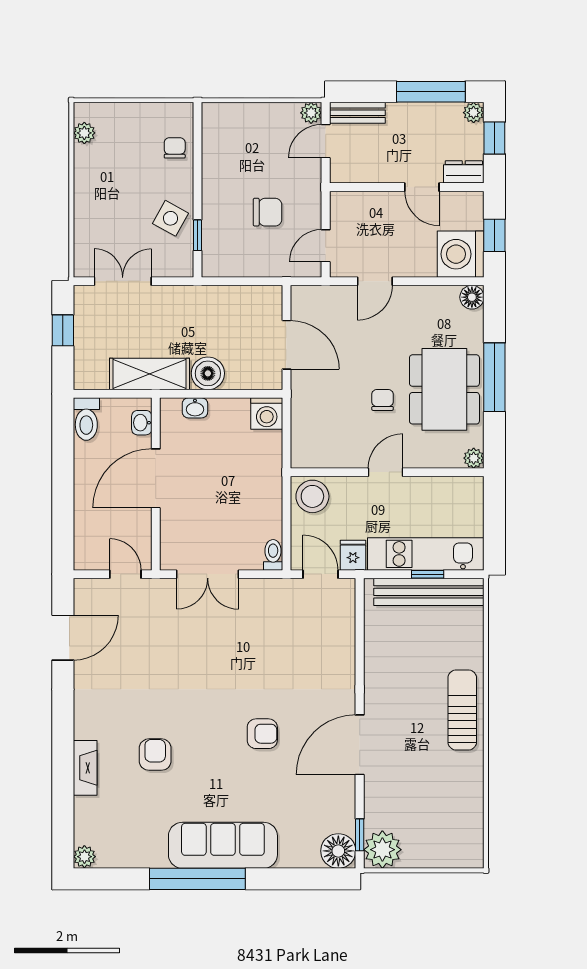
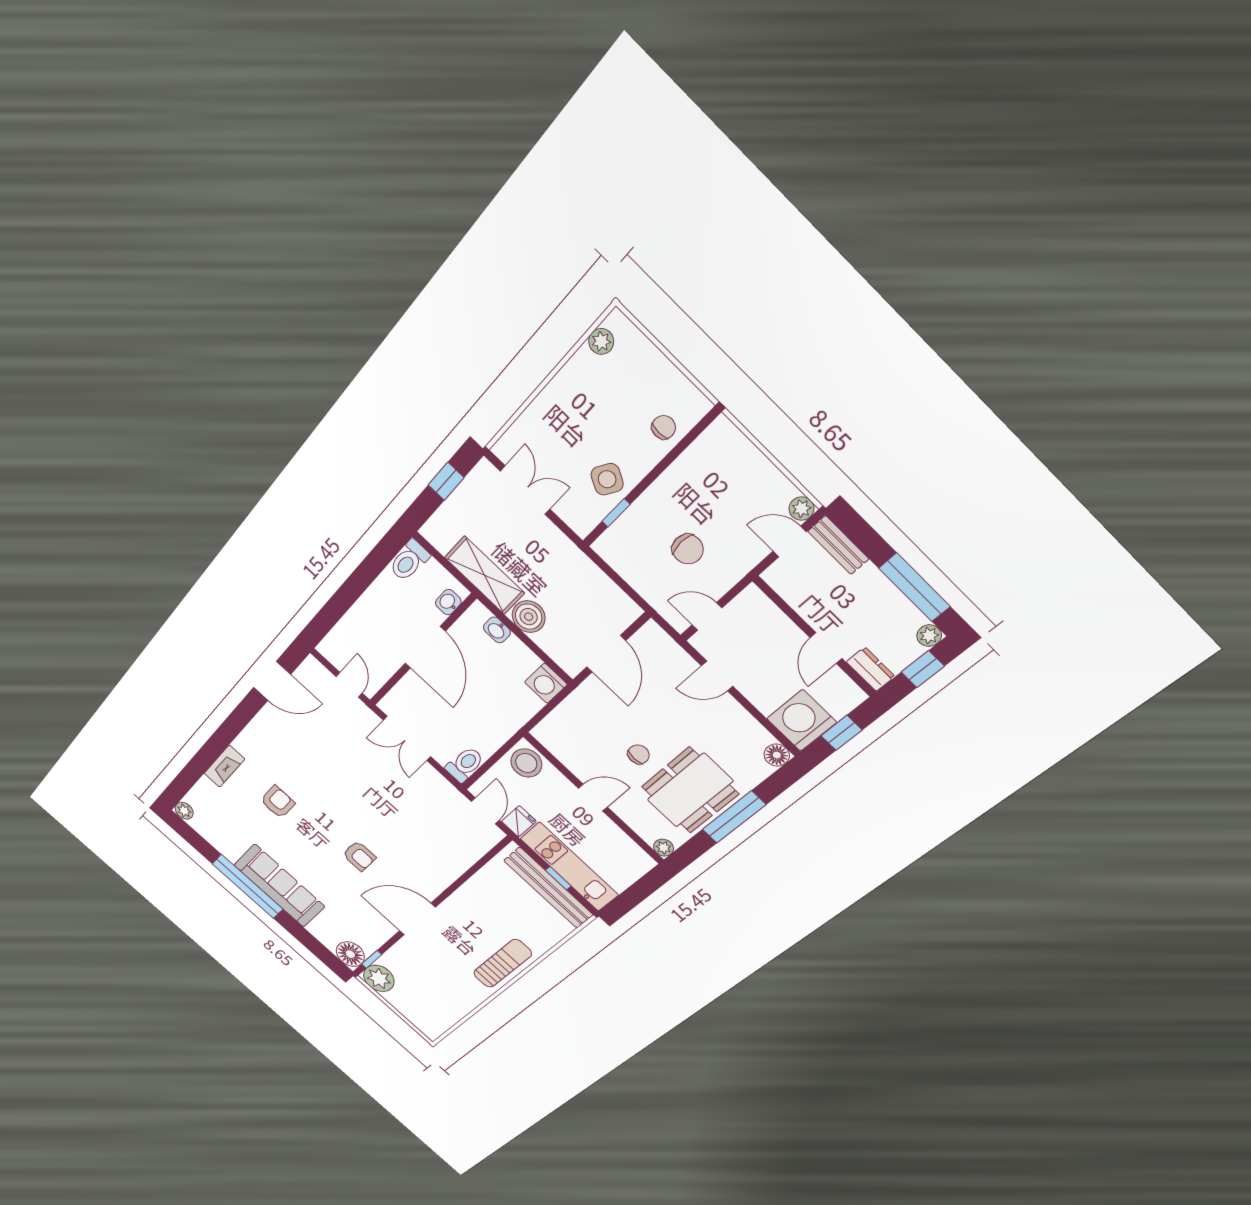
door: (156, 478) -> (425, 647), swing flipped
toilet: (273, 555) -> (465, 764), width x1.37, depth x1.39

